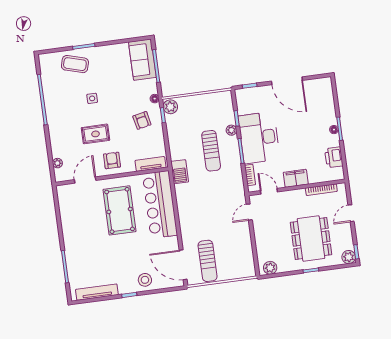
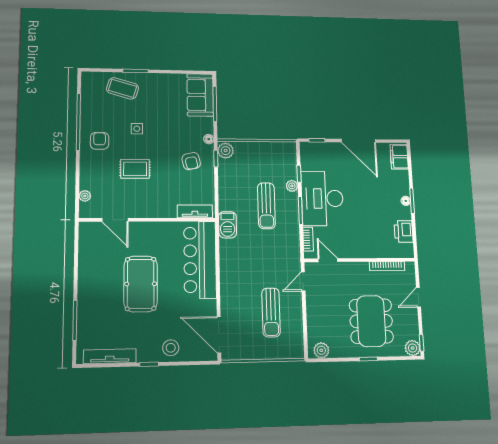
armchair: (112, 160) -> (100, 141), moved
filing cabinet: (296, 178) -> (399, 157), moved, turned -90
door: (85, 180) -> (115, 220), swing flipped
pool table: (120, 210) -> (141, 284), moved
sun lounger: (208, 261) -> (271, 312), moved

